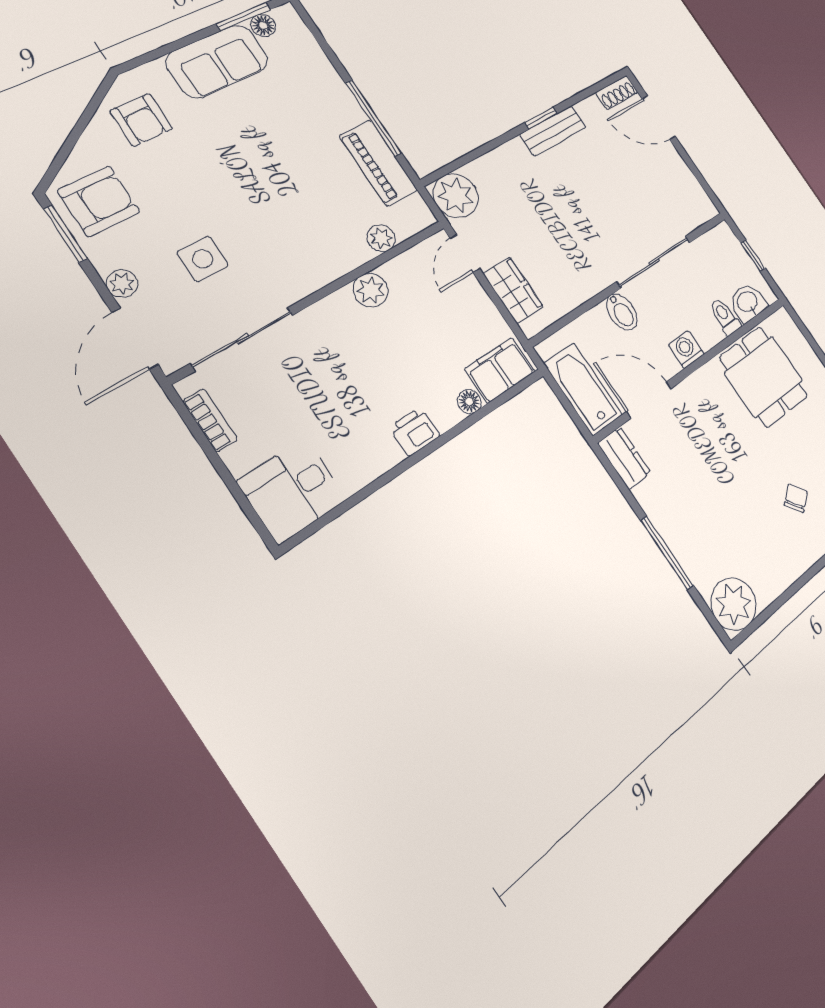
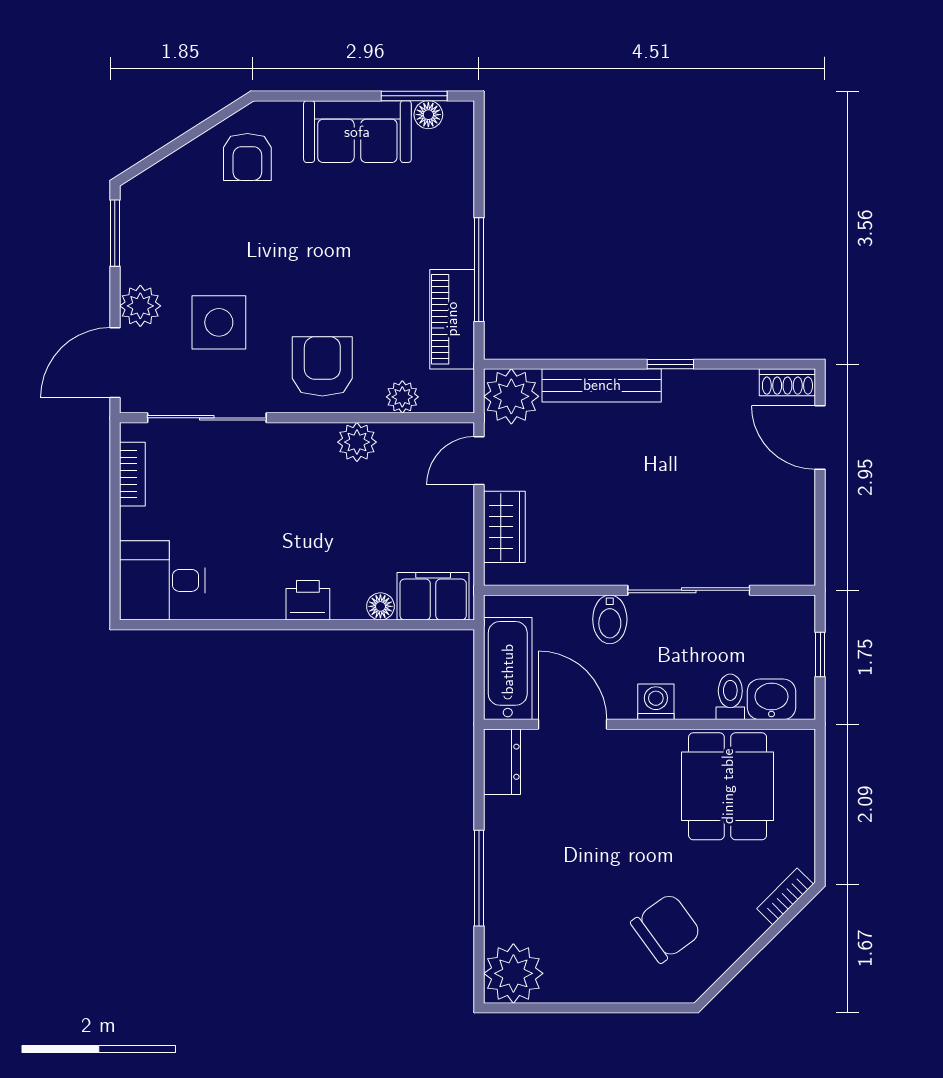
bench: (553, 131) -> (602, 385), moved, width x1.36
armchair: (99, 201) -> (322, 366), moved, turned -90
side table: (203, 259) -> (219, 322), width x1.37, depth x1.37
plant: (122, 284) -> (140, 306), width x1.38, depth x1.38
chair: (796, 498) -> (666, 928), width x1.87, depth x1.87

